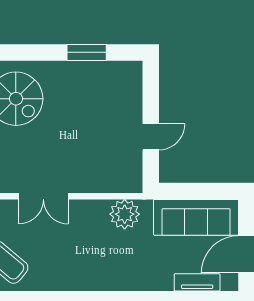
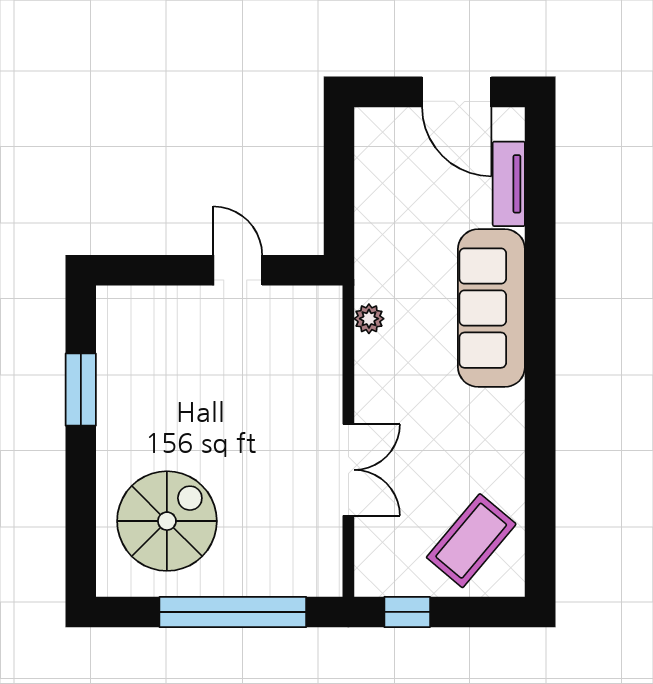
plant: (125, 214) -> (369, 319), width x0.53, depth x0.53
sofa: (196, 217) -> (491, 308), moved, turned 180

